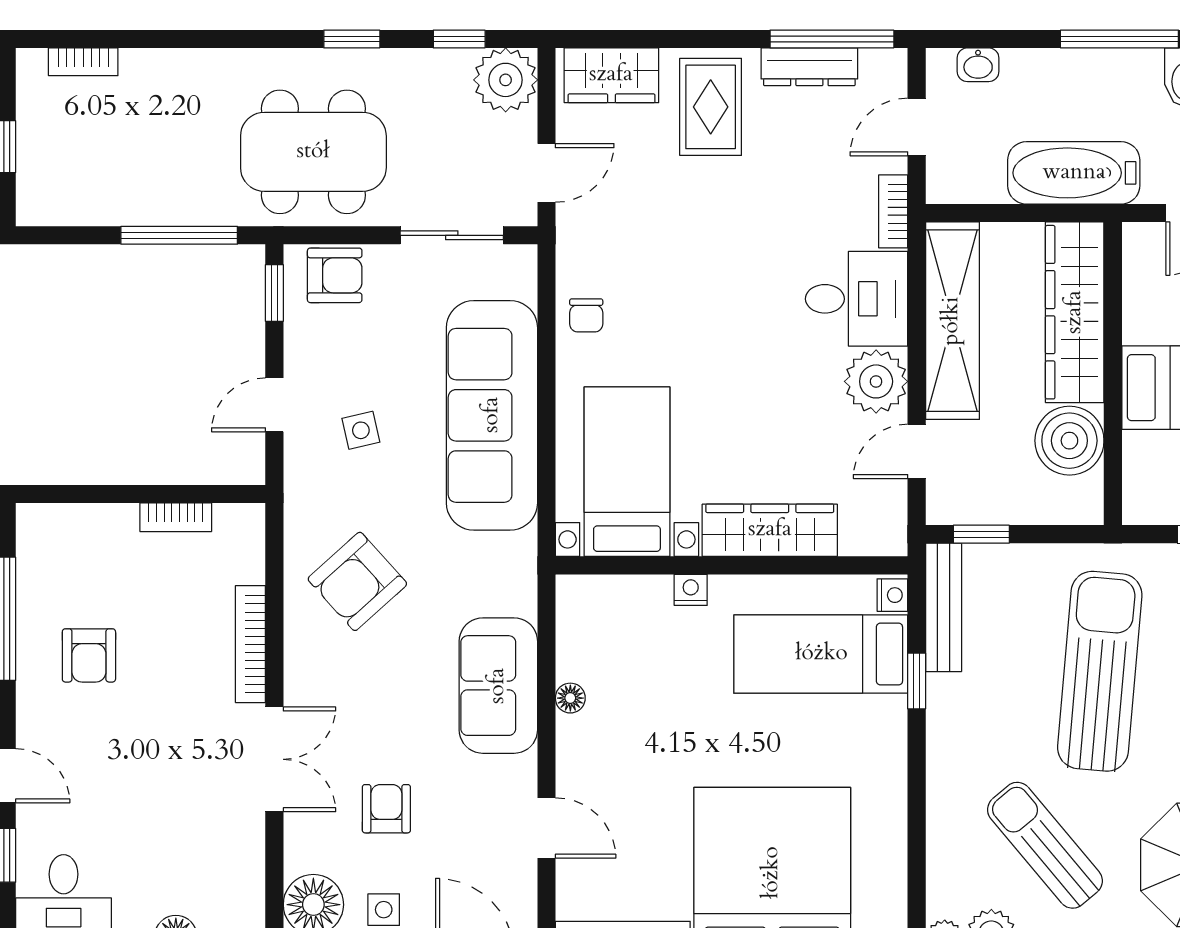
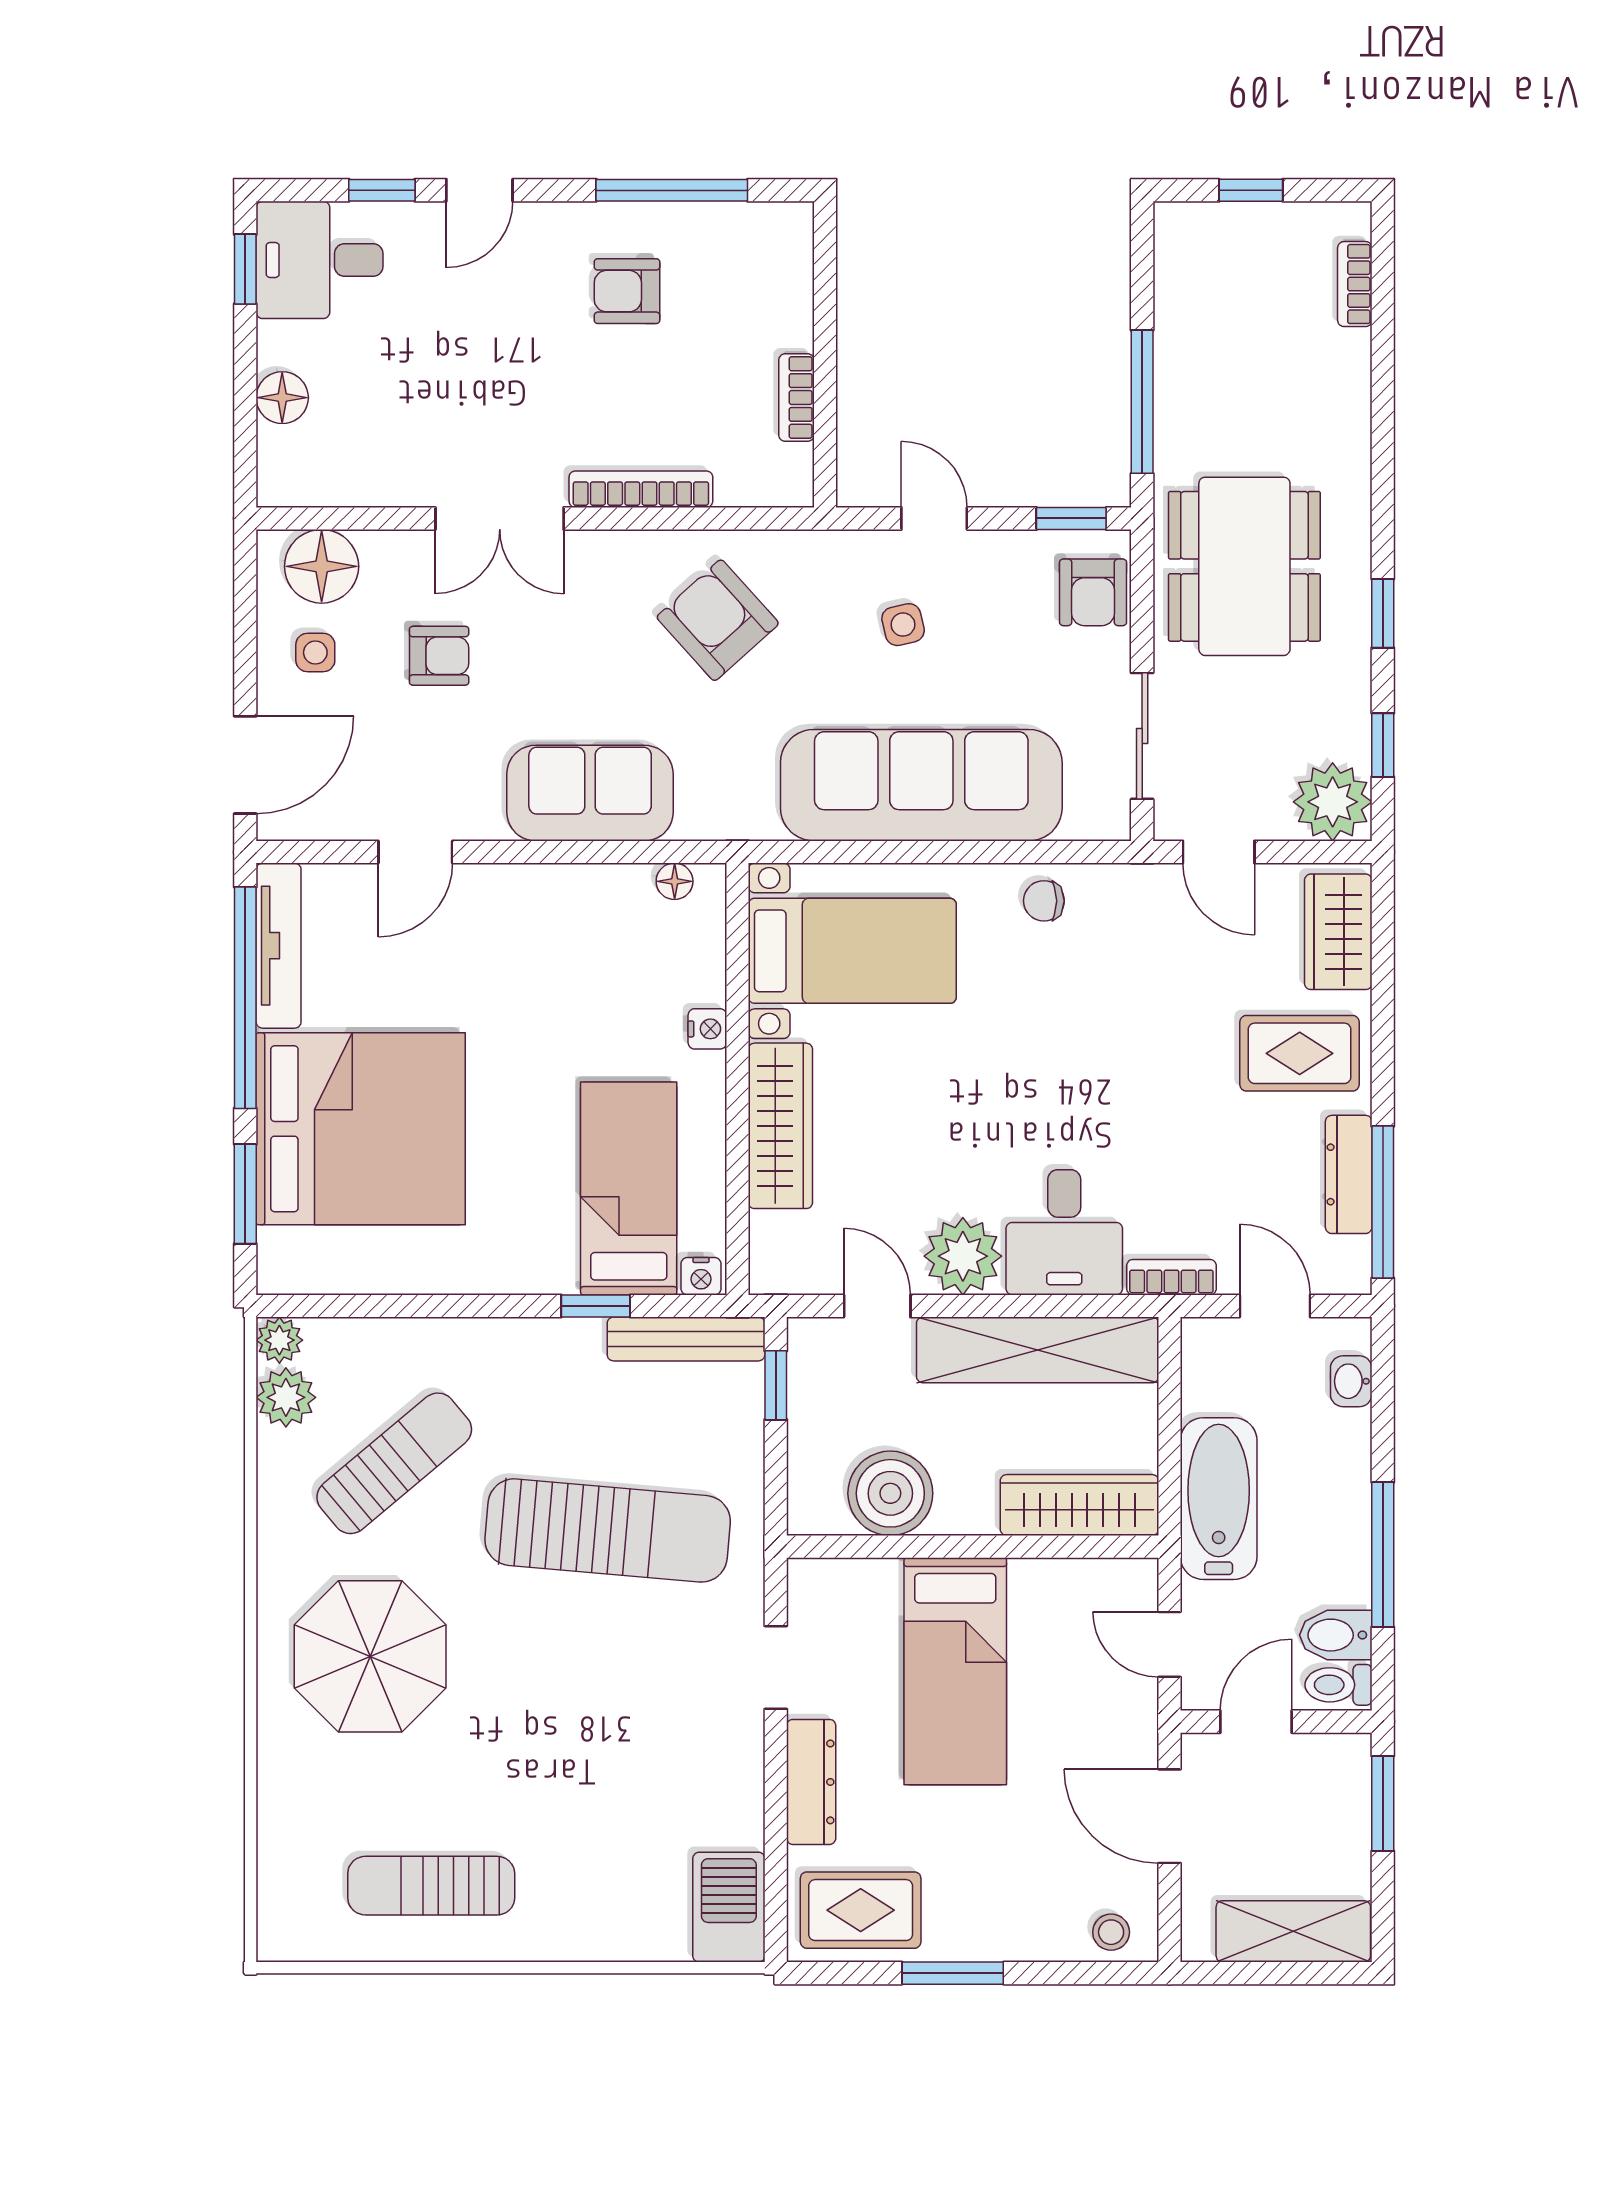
wardrobe: (1075, 312) -> (1079, 1505), width x0.71, depth x0.85
floor lamp: (570, 698) -> (675, 881), moved

